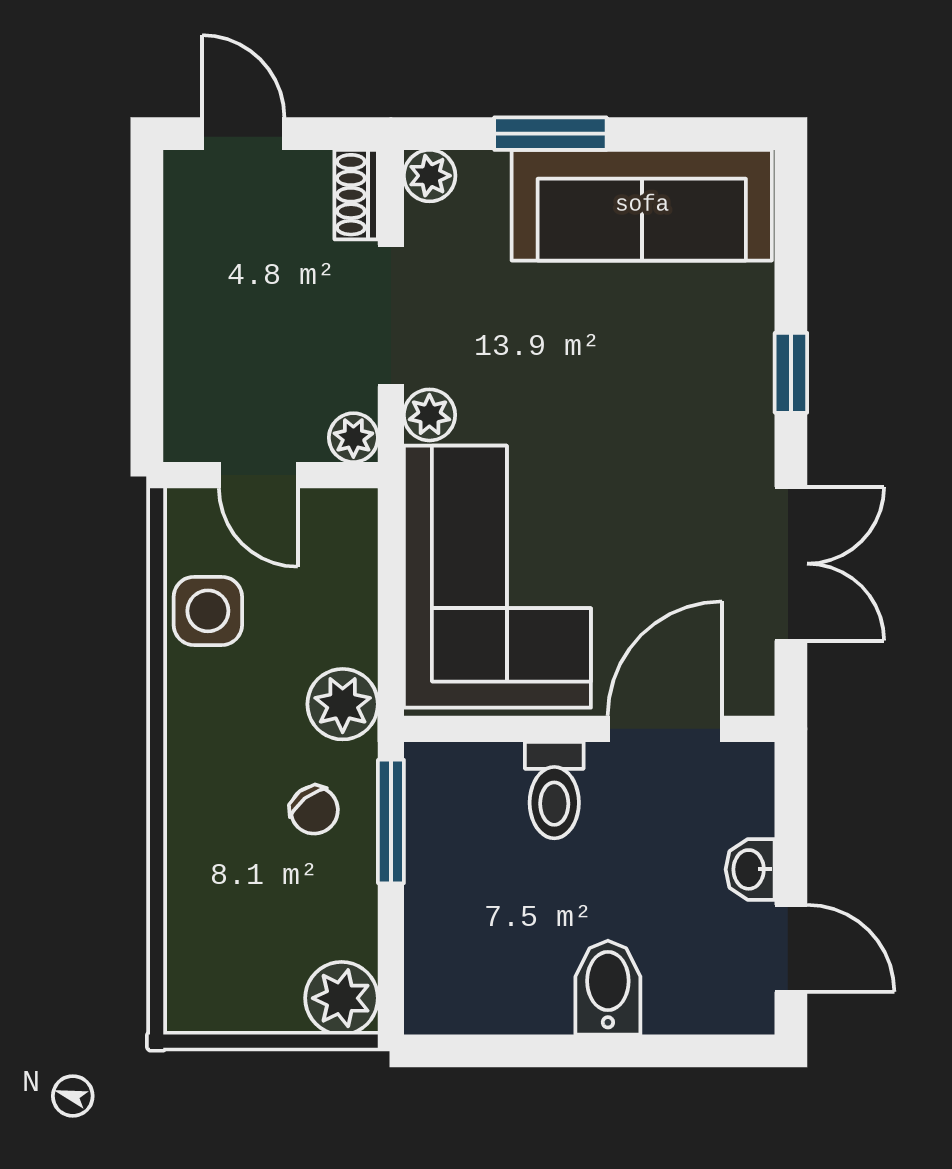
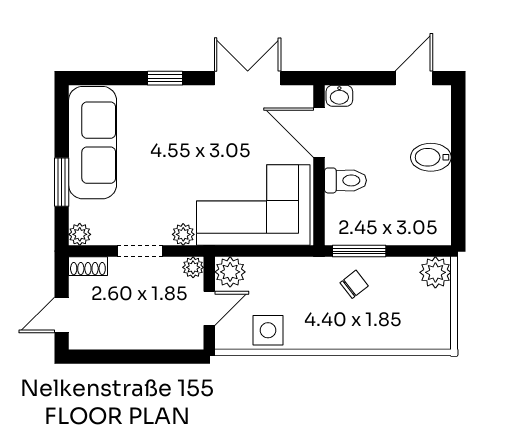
doorway: (391, 316) -> (140, 251), width x0.73
plant: (343, 704) -> (230, 272), moved
washbasin: (750, 869) -> (339, 96), moved

